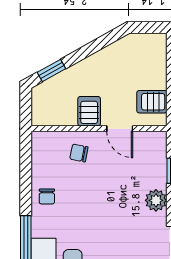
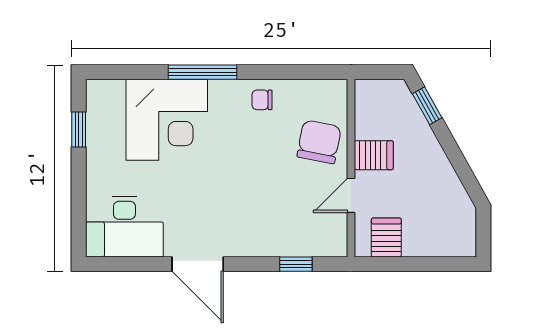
chair: (79, 153) -> (319, 142), width x1.87, depth x1.87
plant: (156, 200) -> (257, 243), removed

